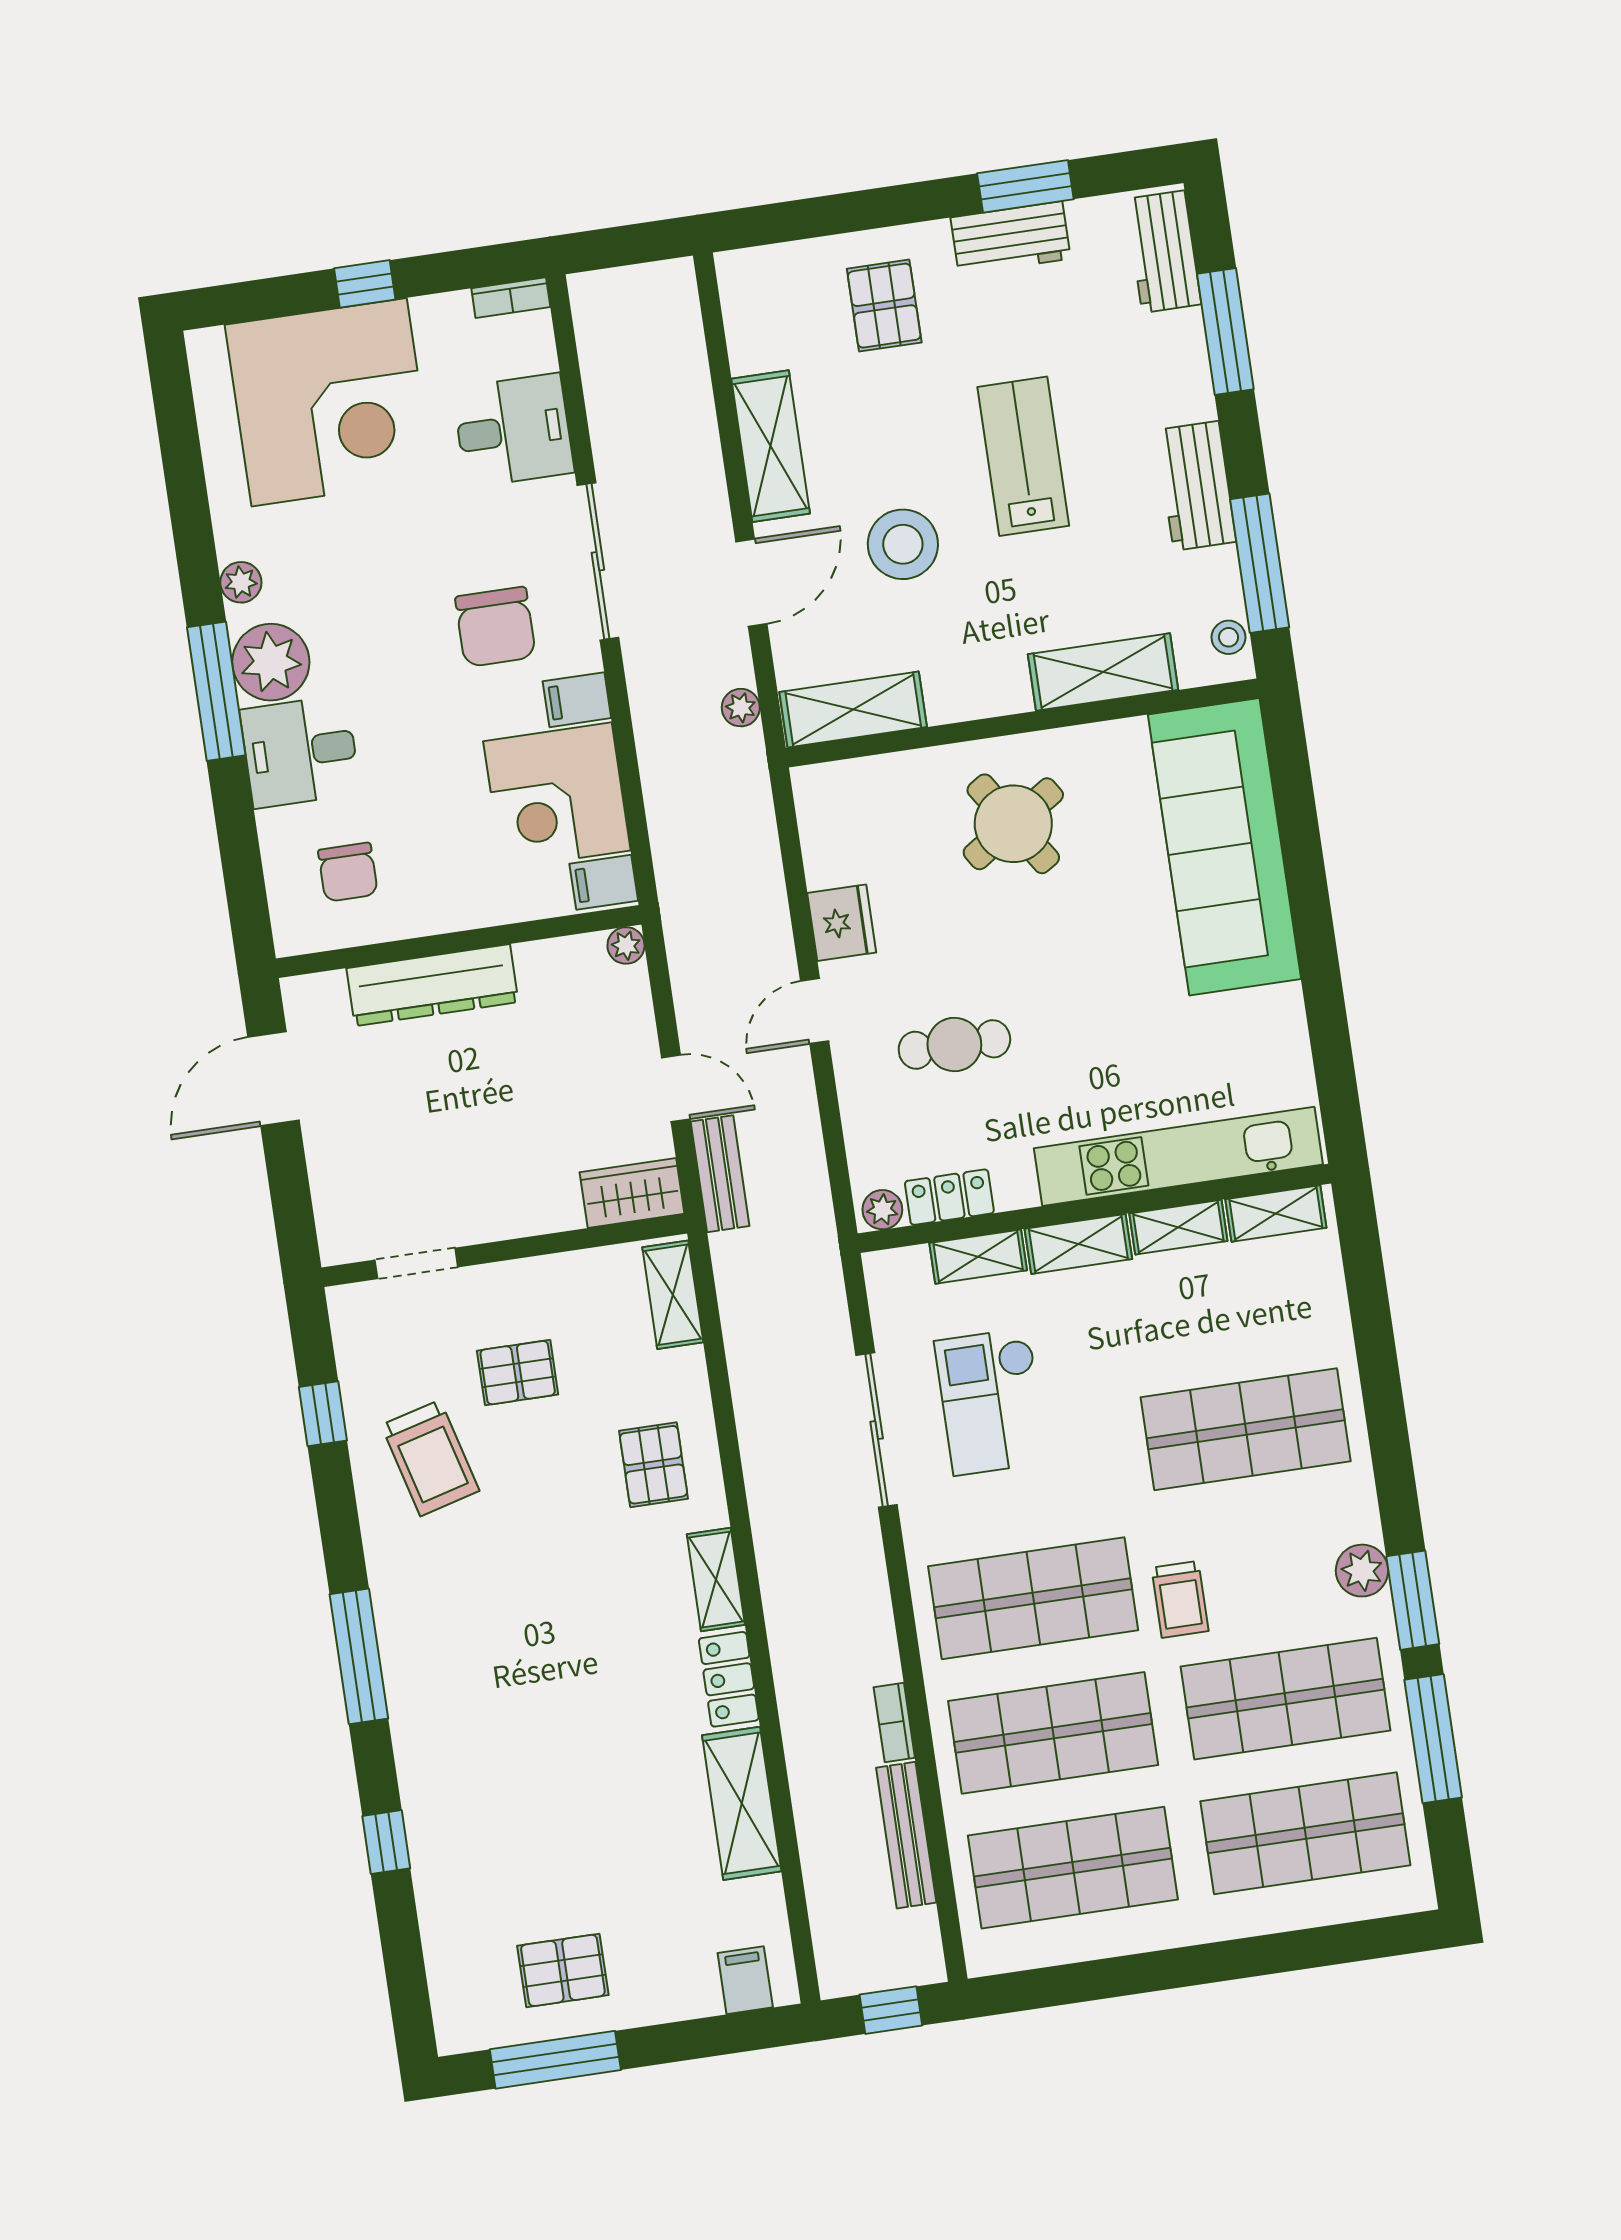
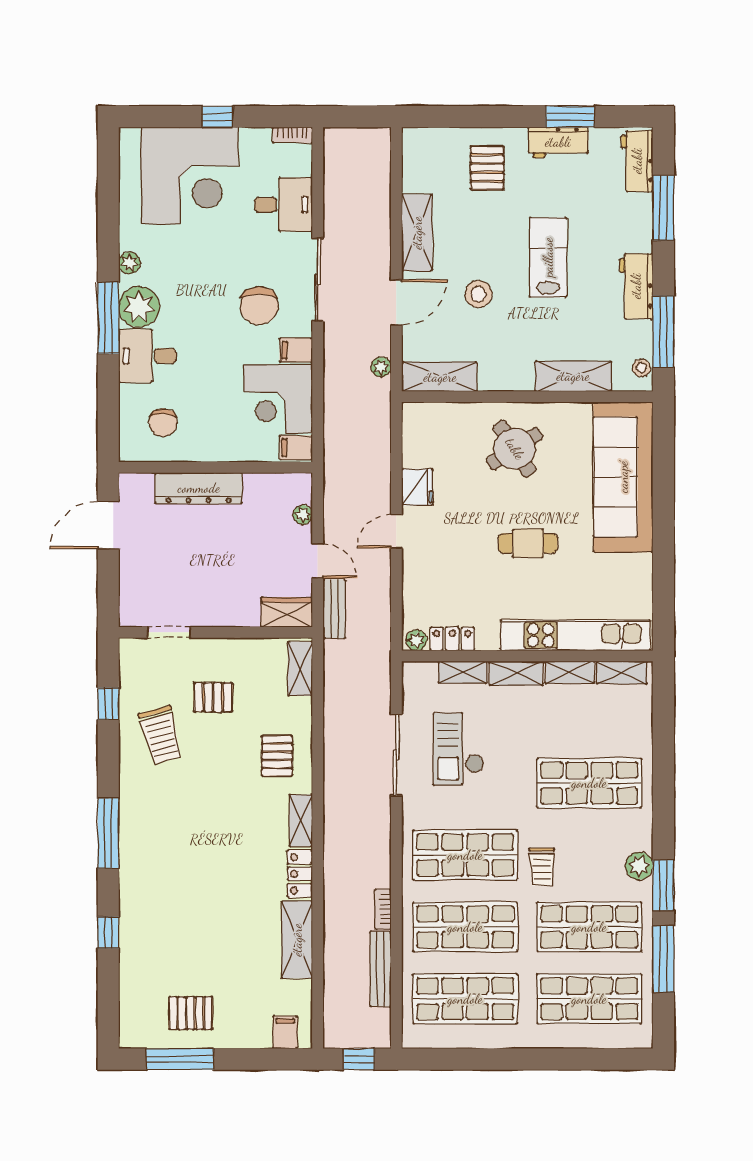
stool: (903, 544) -> (478, 294), width x0.73, depth x0.73
plant: (626, 945) -> (303, 515), moved
cafe table: (954, 1045) -> (528, 543), moved

